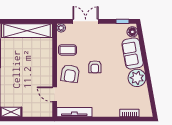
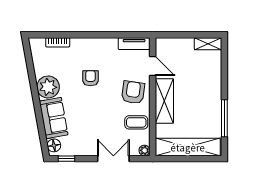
double door: (86, 21) -> (113, 159), swing flipped
shelving: (45, 67) -> (164, 101), added
armchair: (95, 67) -> (90, 78), moved
tv unit: (74, 112) -> (134, 44), width x0.71

